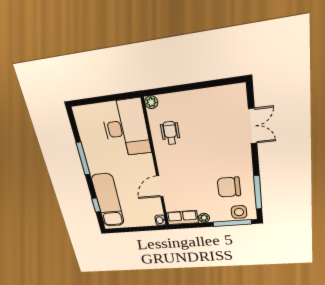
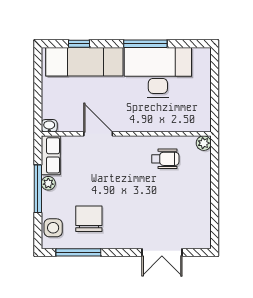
desk: (126, 128) -> (158, 72), moved, turned 180
window: (232, 223) -> (38, 189), moved

